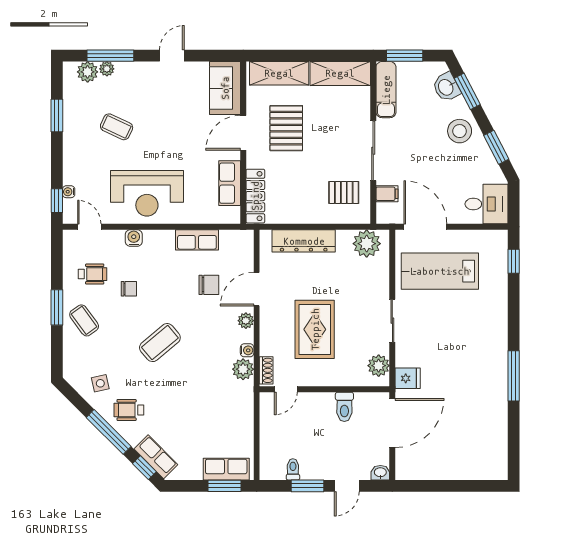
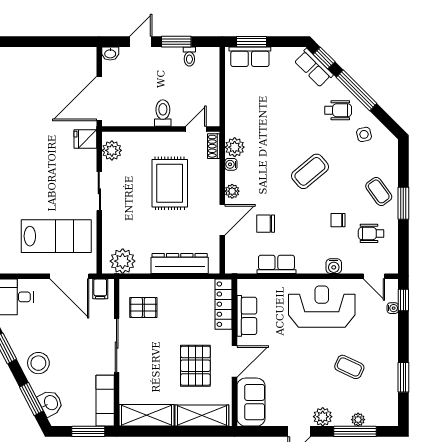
plant: (88, 72) -> (323, 417), moved
filing cabinet: (387, 194) -> (100, 289), moved, turned -90
toilet: (344, 407) -> (163, 113), moved

